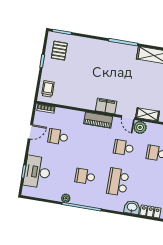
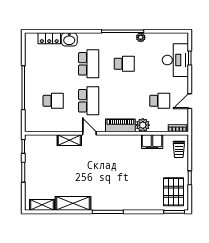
pallet: (59, 51) -> (174, 192), width x1.50, depth x1.42
filing cabinet: (106, 106) -> (152, 142), moved
plant: (140, 127) -> (143, 125), moved
school desk: (124, 148) -> (89, 101), width x1.85

